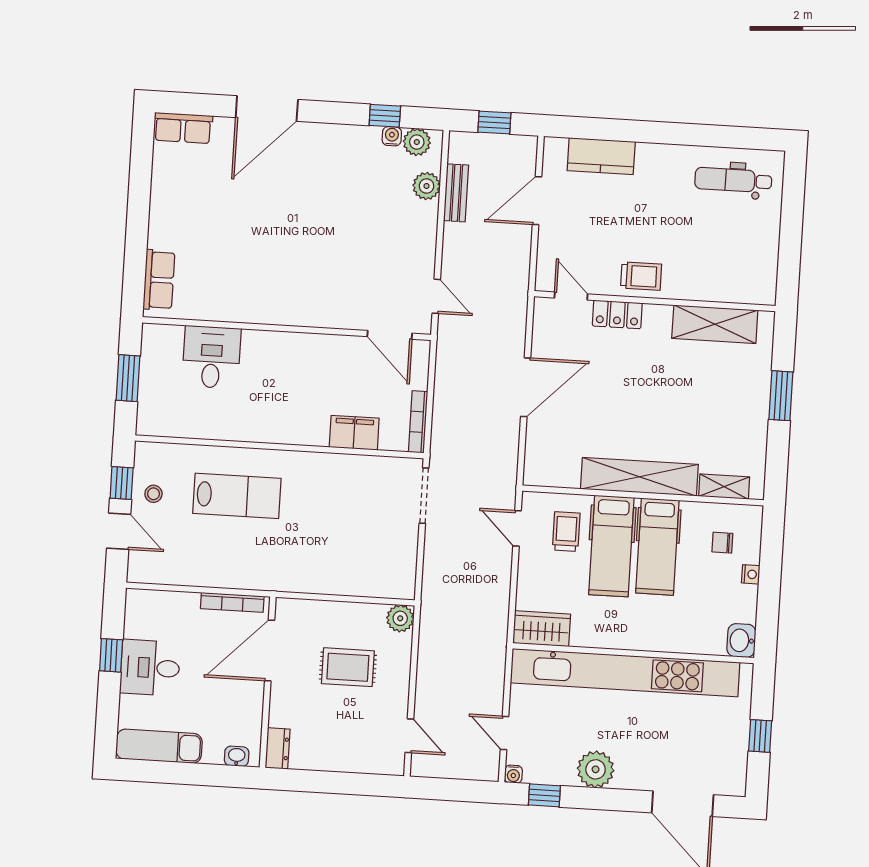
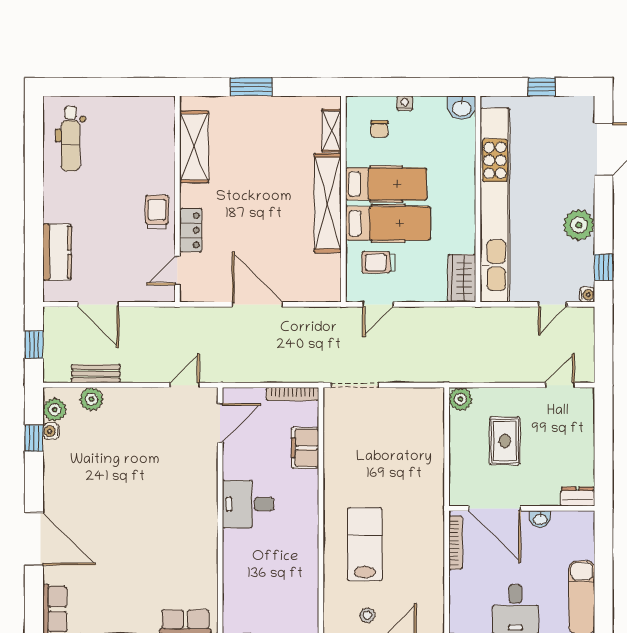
desk: (211, 357) -> (248, 504), moved
washbasin: (237, 756) -> (540, 519), moved, turned -90

